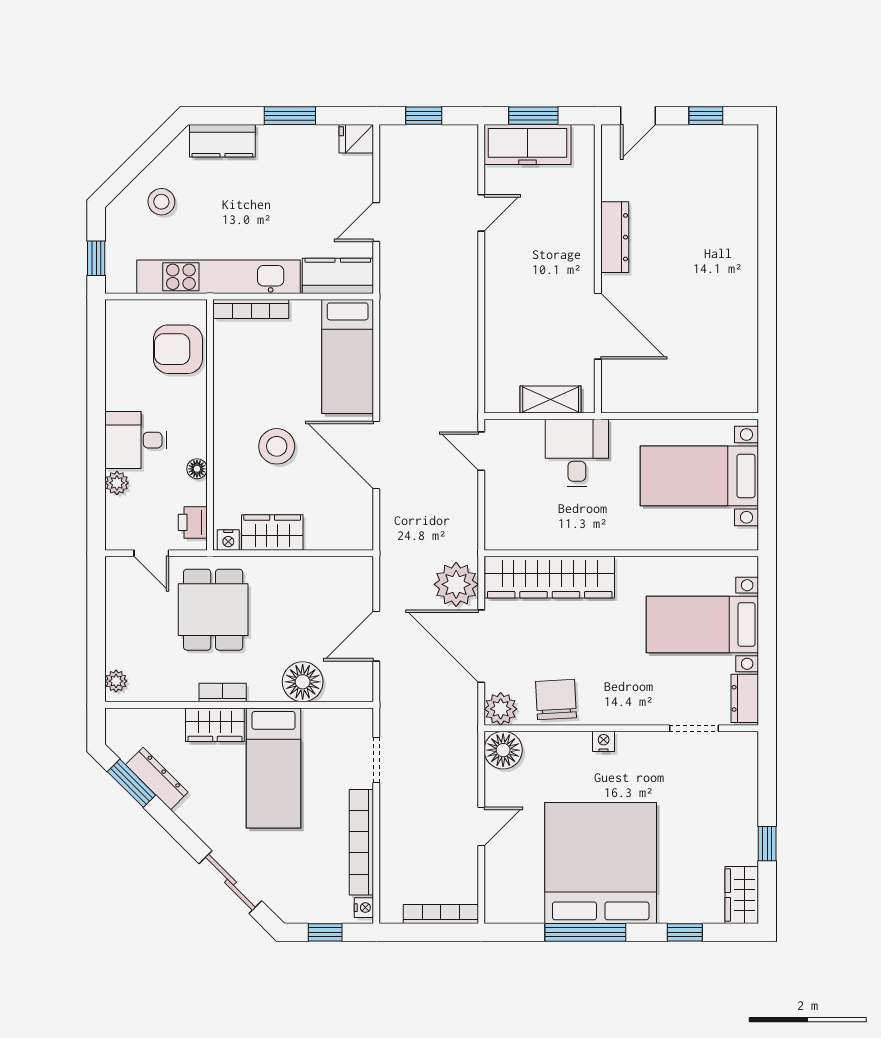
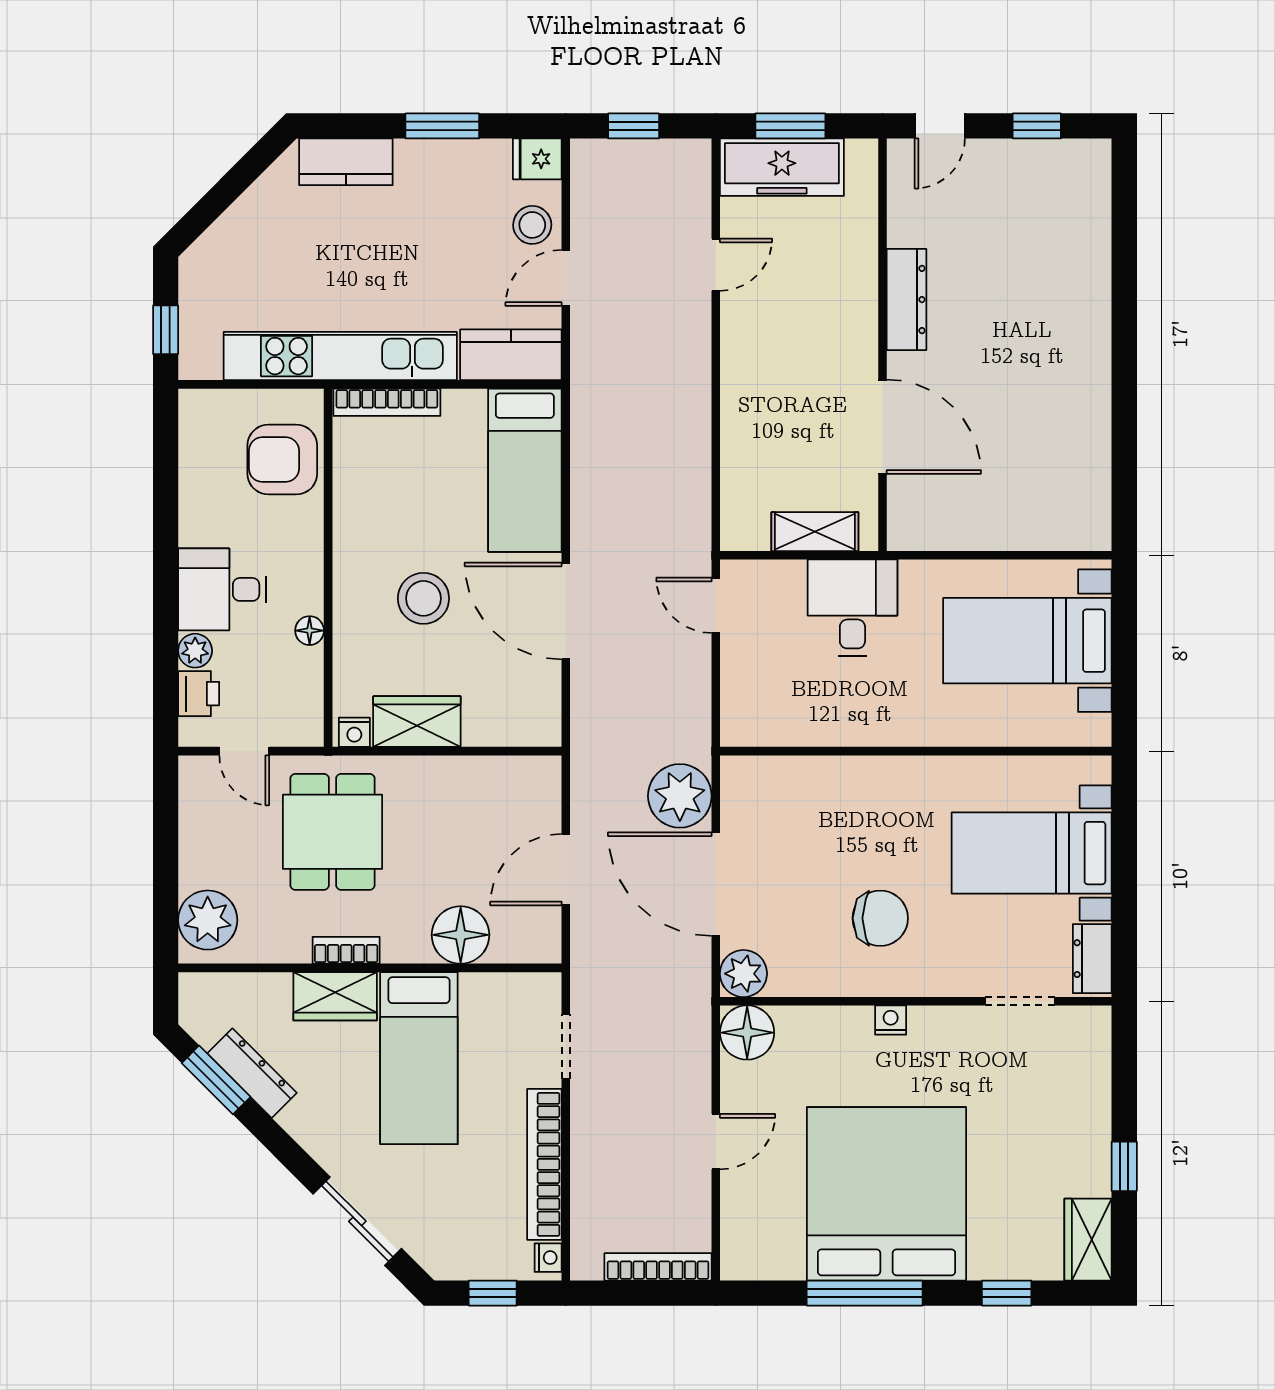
stool: (161, 202) -> (532, 225), moved
printer: (193, 522) -> (199, 694), moved, turned 180
wardrobe: (550, 577) -> (814, 785), removed
plant: (116, 681) -> (208, 920), width x1.87, depth x1.87
chair: (556, 700) -> (880, 918), moved, turned 93

